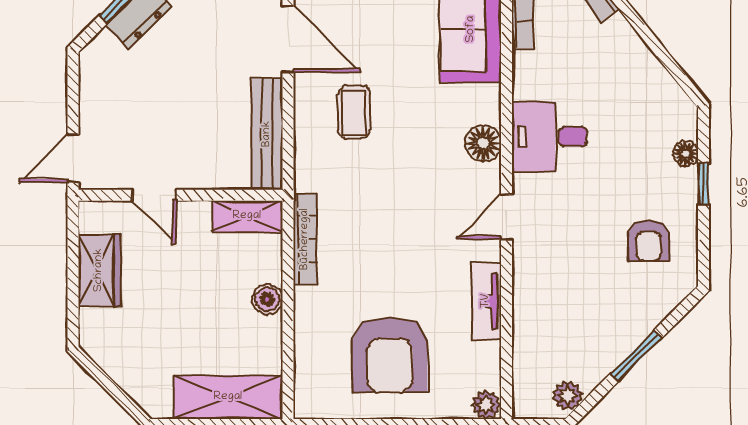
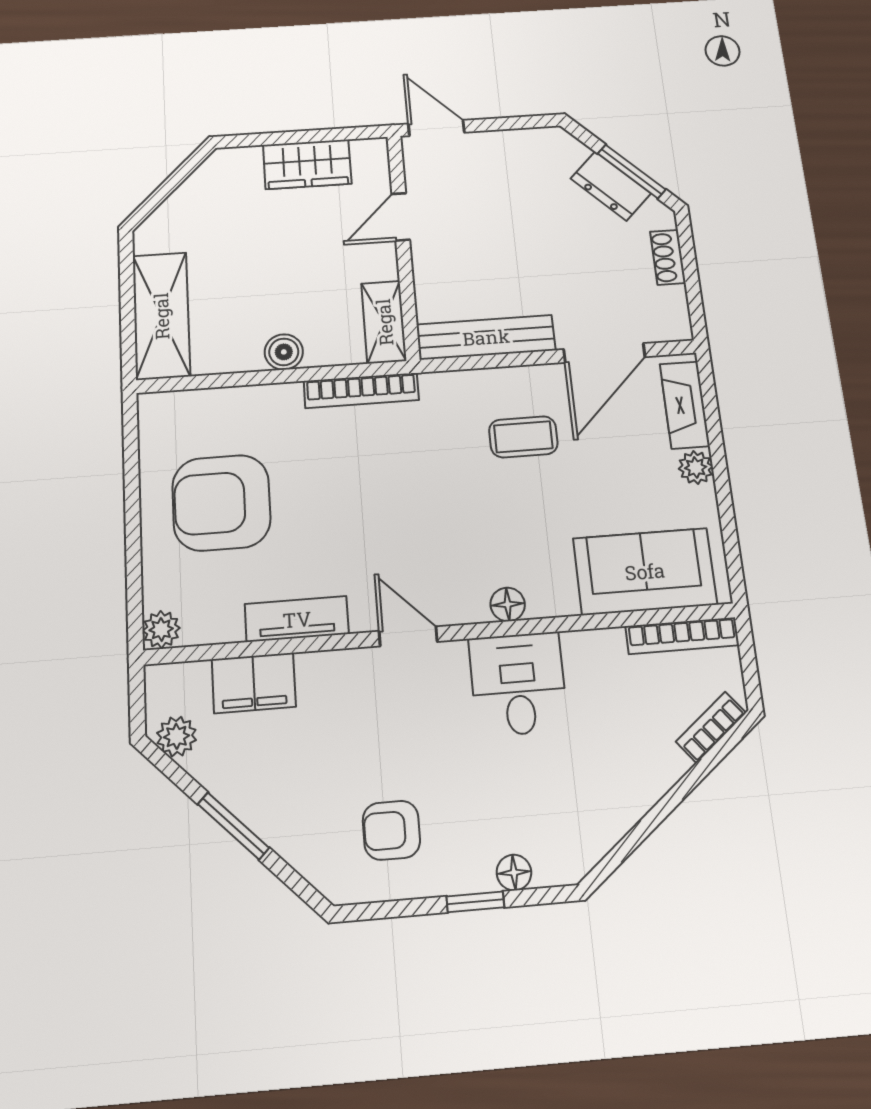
floor lamp: (483, 143) -> (508, 604), width x0.73, depth x0.73
filing cabinet: (532, 336) -> (254, 683), added

